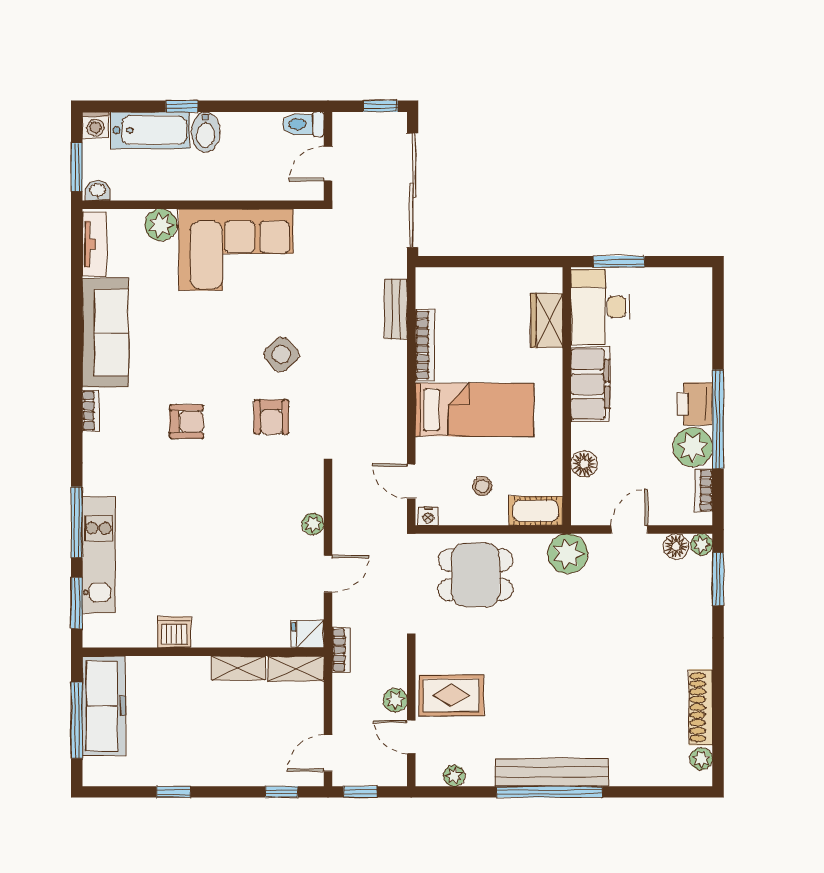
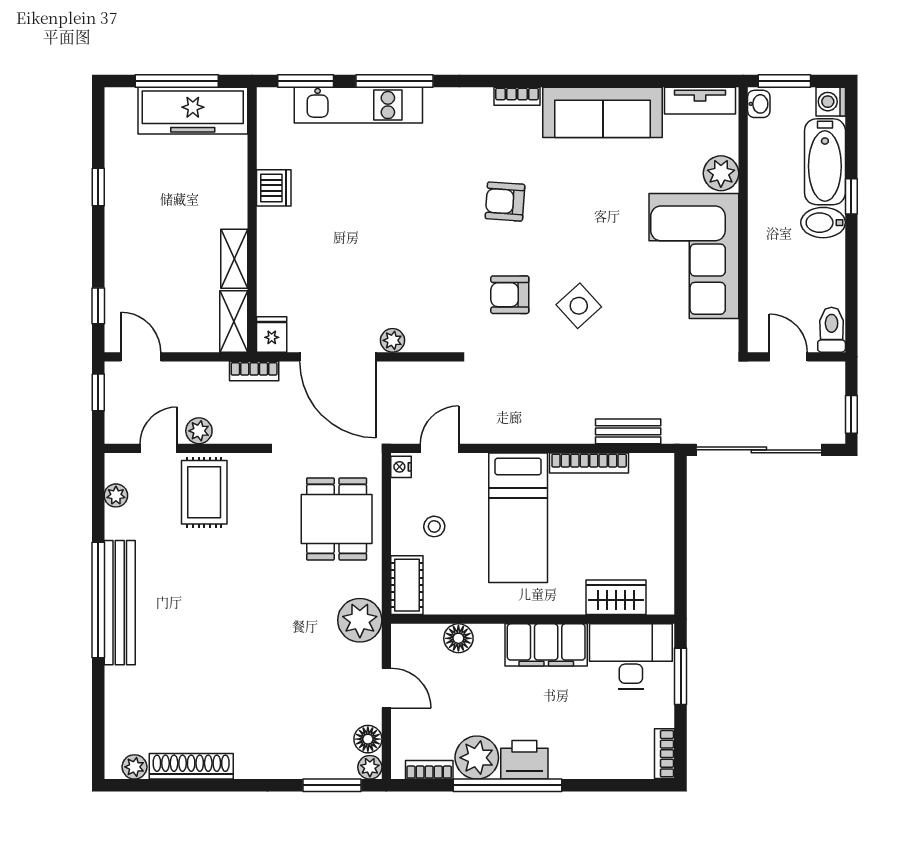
bookcase: (689, 276) -> (665, 754), added
armchair: (186, 422) -> (505, 202), turned 94
door: (328, 574) -> (338, 357), width x1.87

